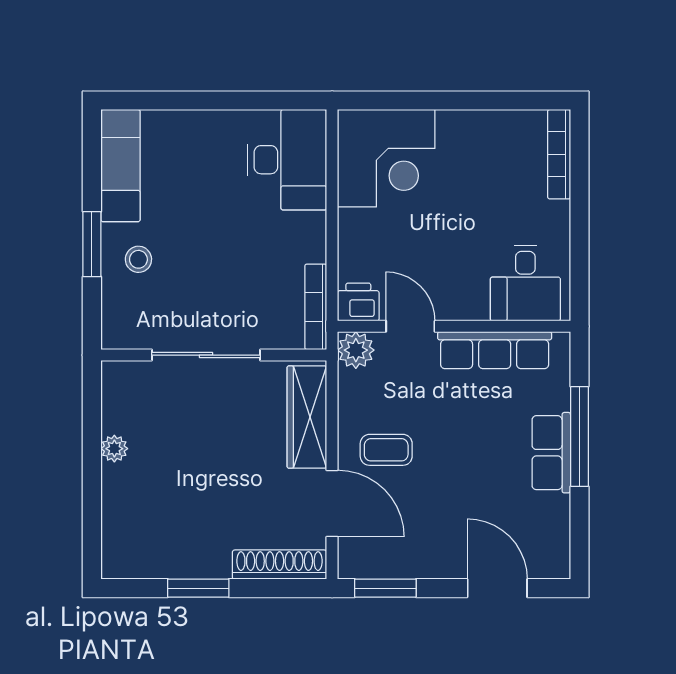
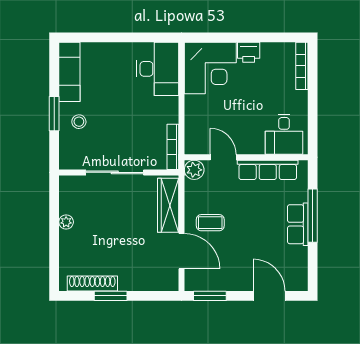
printer: (358, 302) -> (249, 52), moved, turned 180
shoe rack: (280, 565) -> (92, 283), moved

